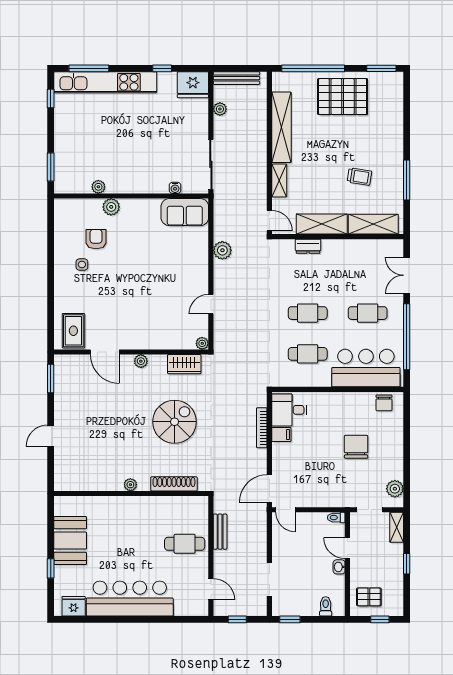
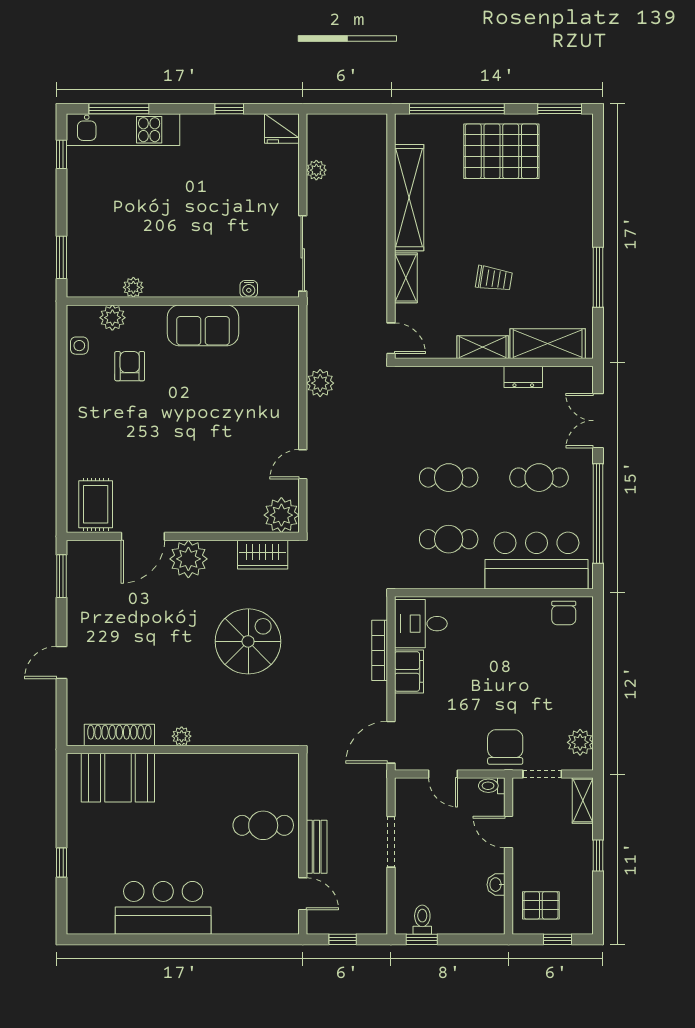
bench: (236, 78) -> (341, 123), removed
kitchen unit: (105, 82) -> (123, 130), width x0.73
fridge: (193, 85) -> (282, 129), width x0.73, depth x0.75
trolley: (359, 177) -> (494, 279), moved
plant: (111, 207) -> (112, 318), moved
sofa: (185, 212) -> (203, 325), moved
shelving: (322, 224) -> (483, 347), width x0.67, depth x0.75
dresser: (308, 246) -> (523, 377), moved
side table: (82, 265) -> (79, 346), moved
plant: (202, 343) -> (281, 515), width x1.87, depth x1.87
door: (105, 352) -> (143, 536), hinge flipped
plant: (141, 361) -> (188, 559), width x1.88, depth x1.88
filing cabinet: (281, 435) -> (409, 671), width x2.00
chair: (356, 447) -> (505, 747), moved
shoe rack: (174, 484) -> (119, 735), moved
door: (285, 510) -> (443, 774), moved
bench: (220, 532) -> (317, 847), moved
booth: (70, 541) -> (118, 778), moved, turned 90
washbasin: (339, 567) -> (496, 885), moved
doorway: (269, 579) -> (391, 842), moved
bar counter: (130, 599) -> (163, 908), width x0.73
fridge: (74, 606) -> (96, 919), removed
toilet: (326, 606) -> (422, 920), moved

